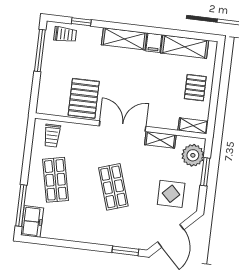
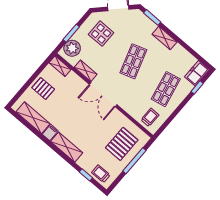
window: (40, 50) -> (134, 161), moved
pallet: (195, 88) -> (43, 88), turned 90
pallet: (84, 98) -> (122, 144), moved
window: (21, 205) -> (197, 87), width x0.46
shelving: (96, 237) -> (164, 38), added

